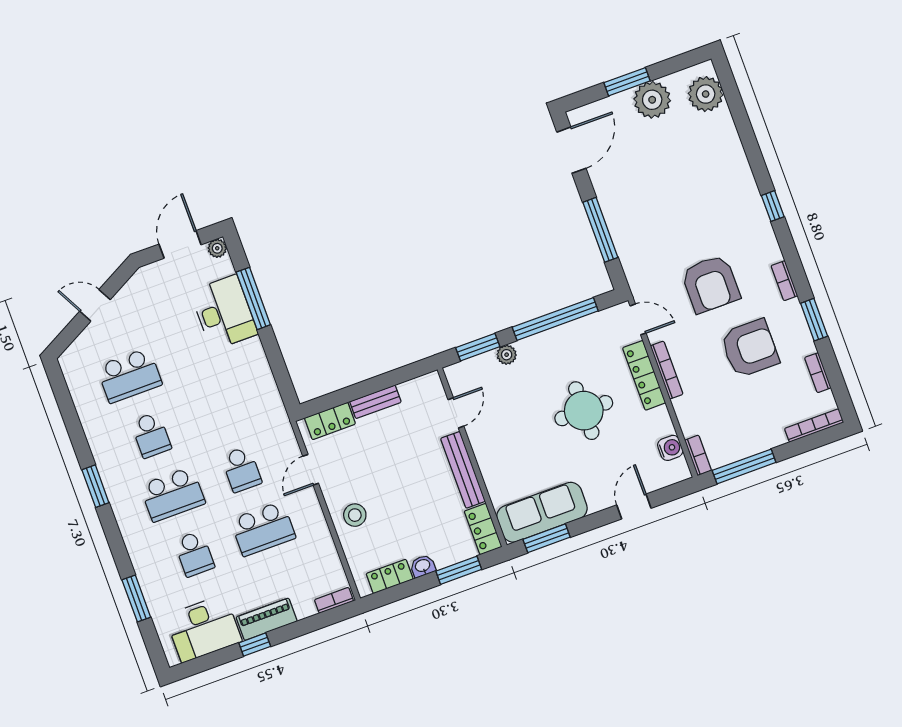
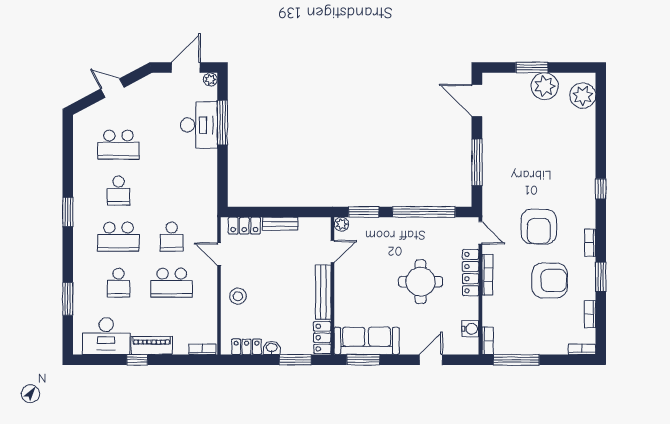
door: (571, 150) -> (477, 101), swing flipped
plant: (507, 355) -> (341, 224), moved
bookcase: (814, 425) -> (582, 349), width x0.64
door: (311, 470) -> (219, 254), hinge flipped

